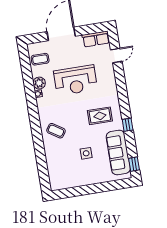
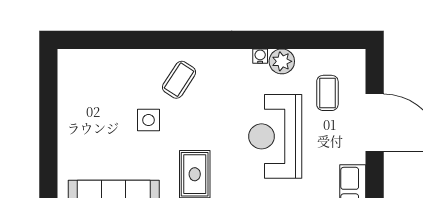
coffee table: (40, 59) -> (327, 93), moved
side table: (86, 153) -> (148, 120), moved

